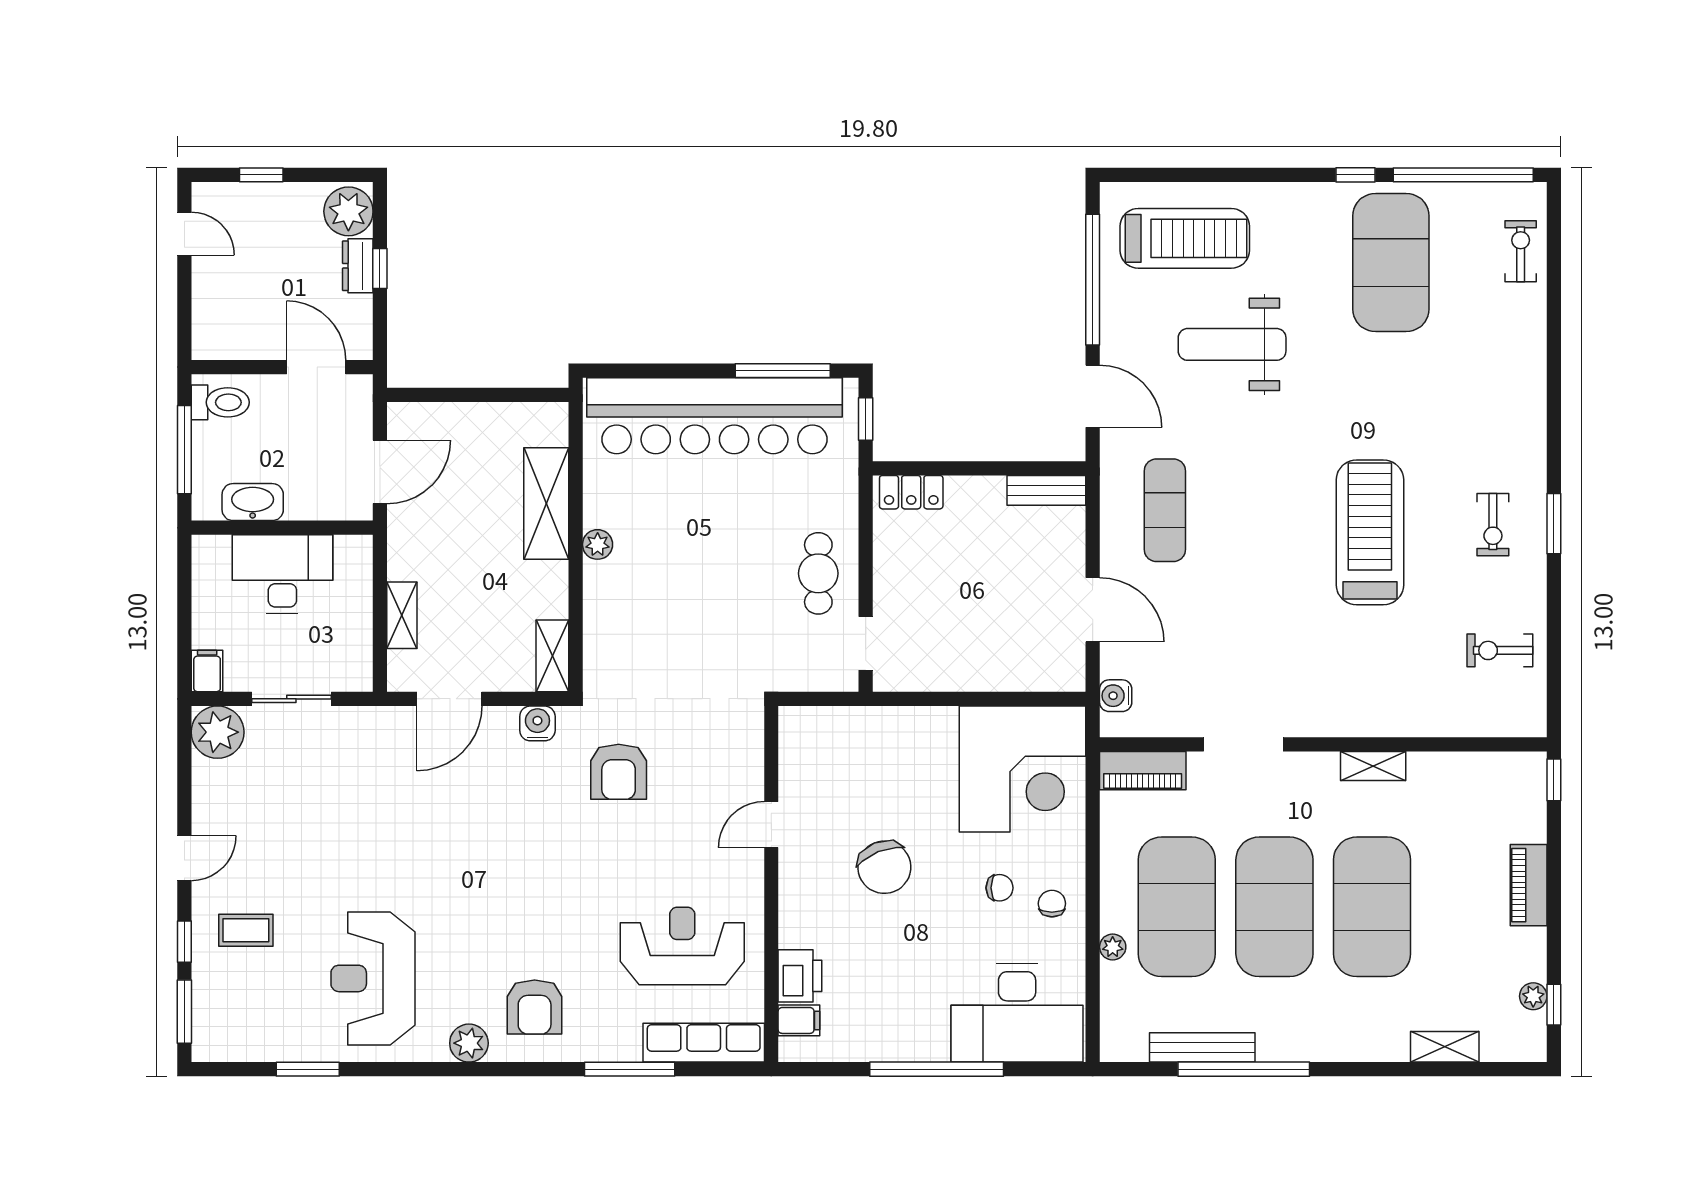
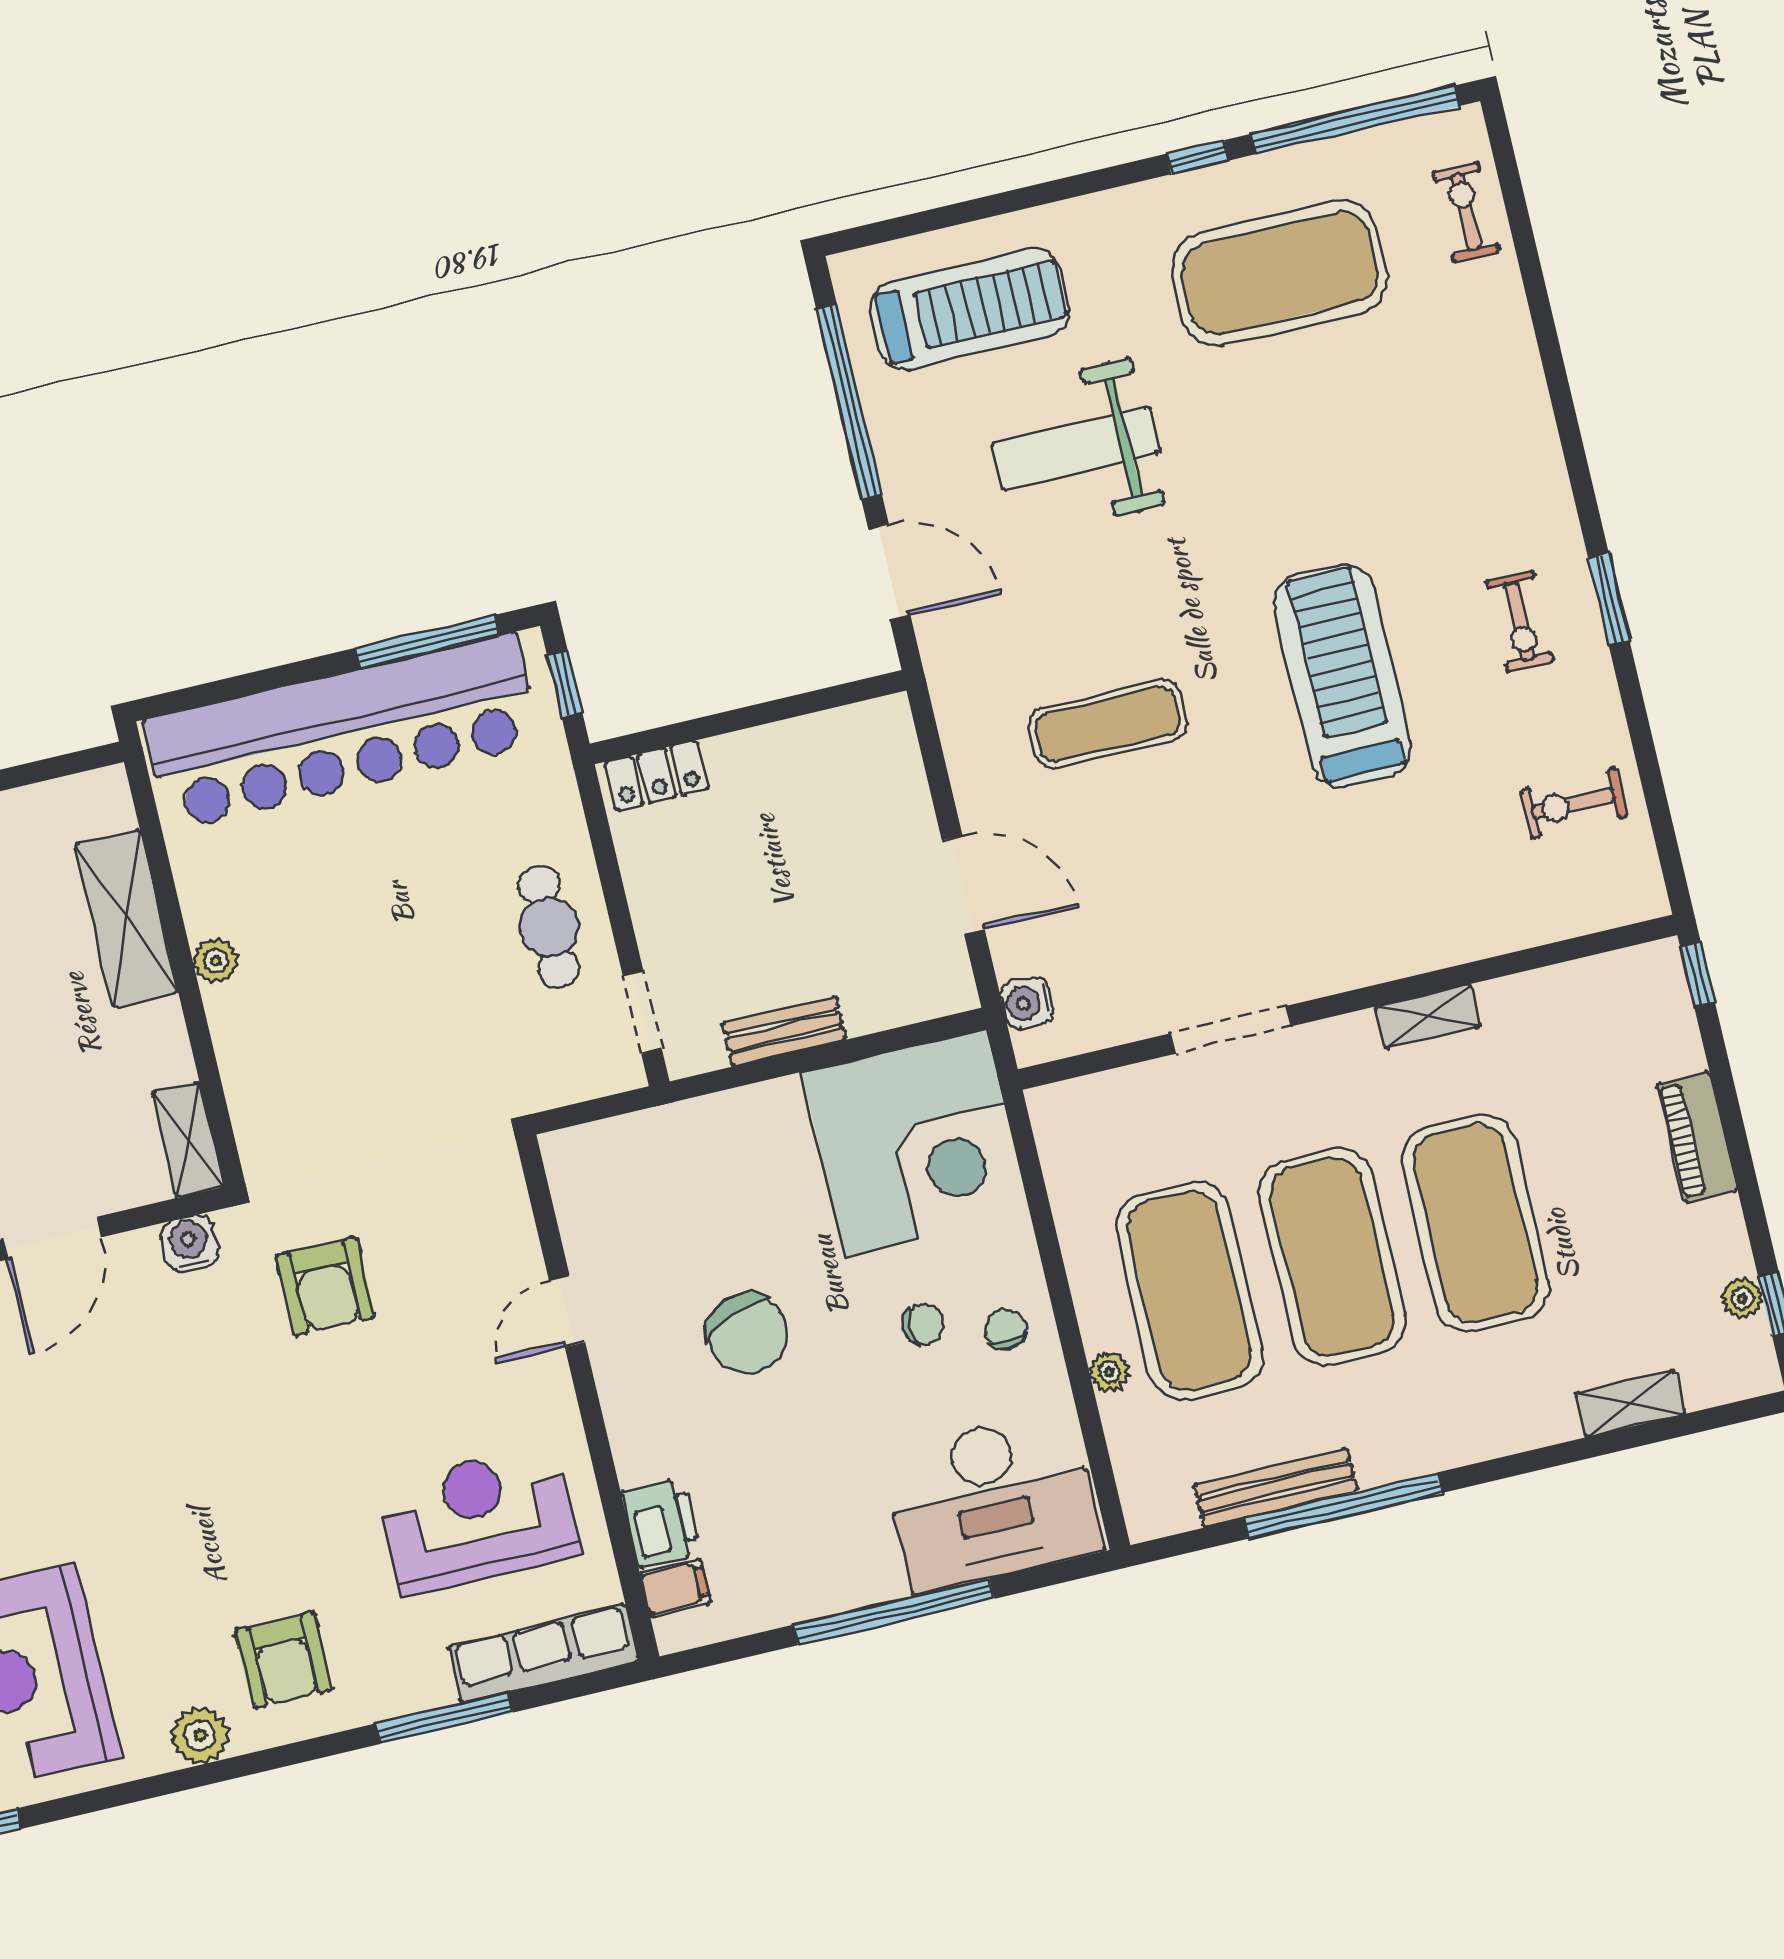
exercise mat: (1391, 262) -> (1280, 273), turned 90
bench: (1046, 490) -> (784, 1031), moved
exercise mat: (1165, 510) -> (1108, 724), moved, turned 90
piano: (1143, 771) -> (1092, 1103), removed

